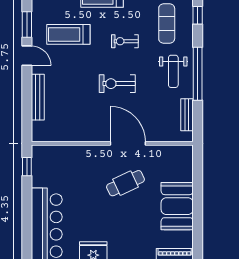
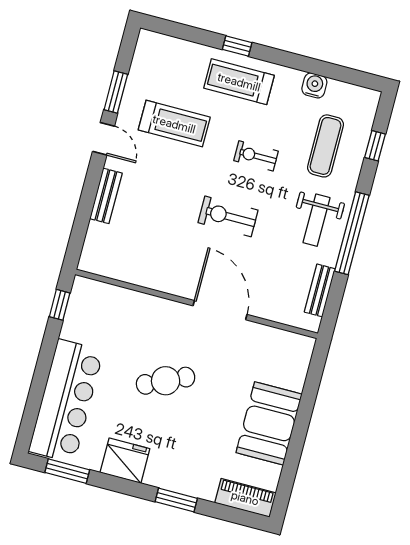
treadmill: (68, 34) -> (174, 124), turned 180
bench: (38, 97) -> (106, 196), width x0.73
cafe table: (125, 183) -> (166, 381), moved

